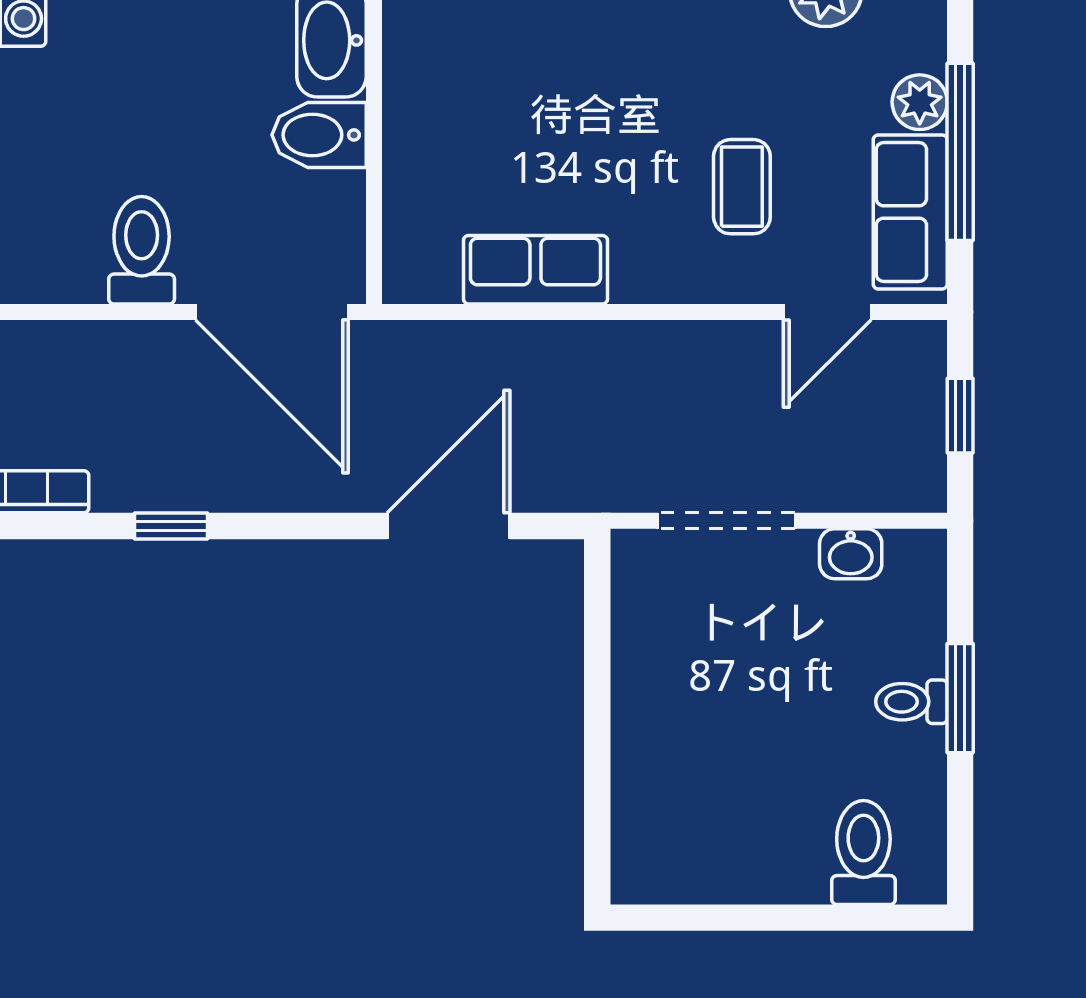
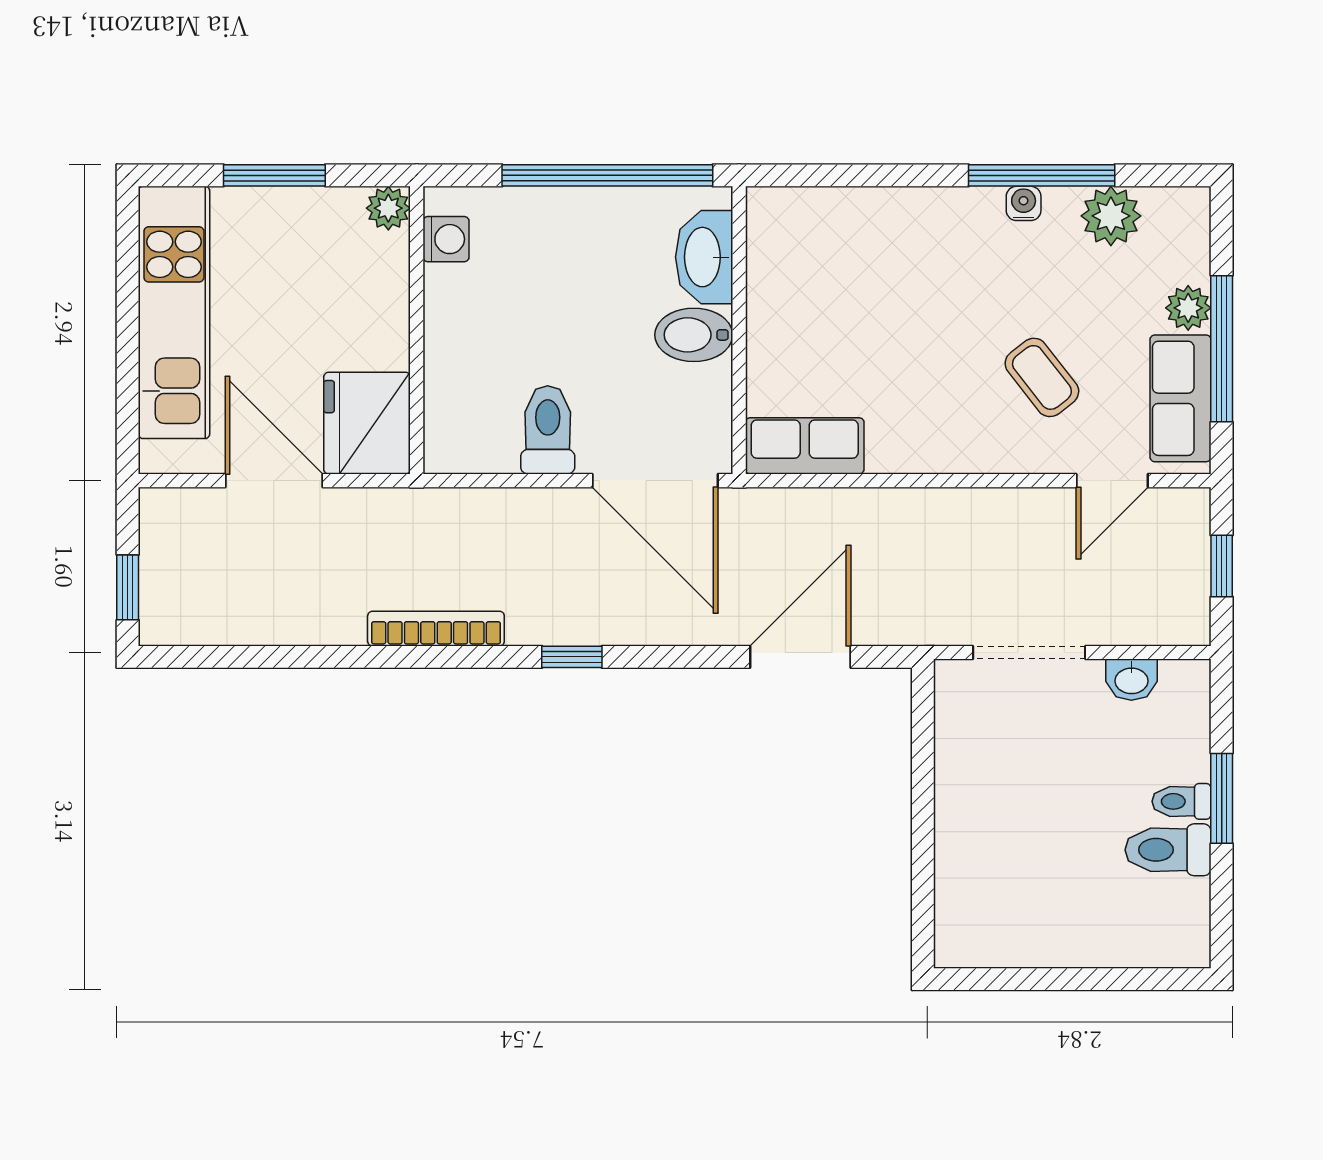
coffee table: (742, 187) -> (1042, 377), turned -38
row of seats: (535, 270) -> (805, 446), moved
toilet: (863, 853) -> (1168, 850), moved, turned -90

